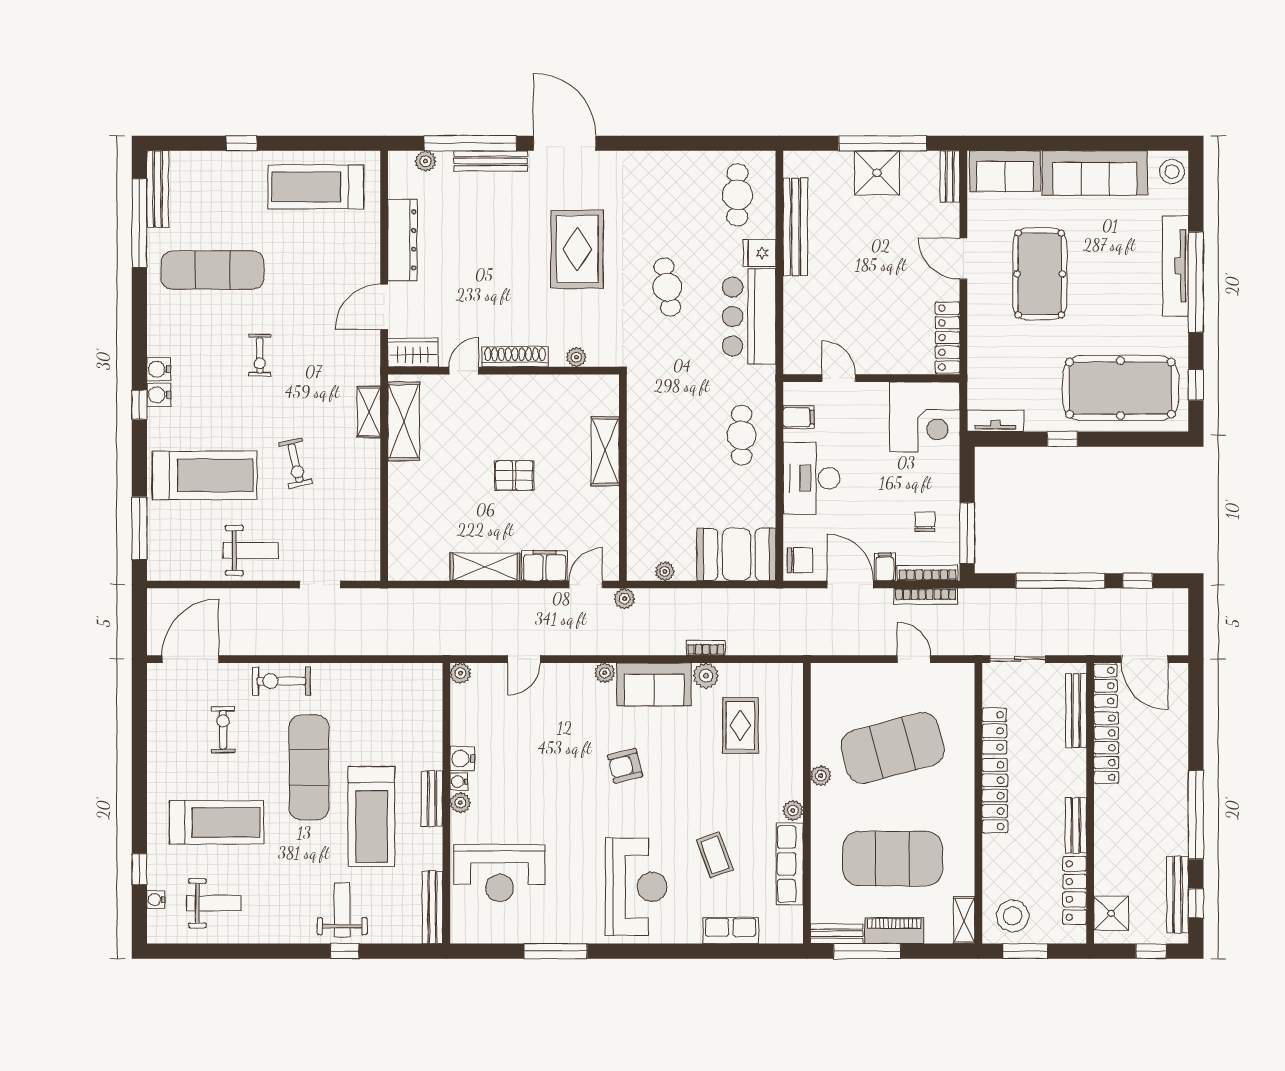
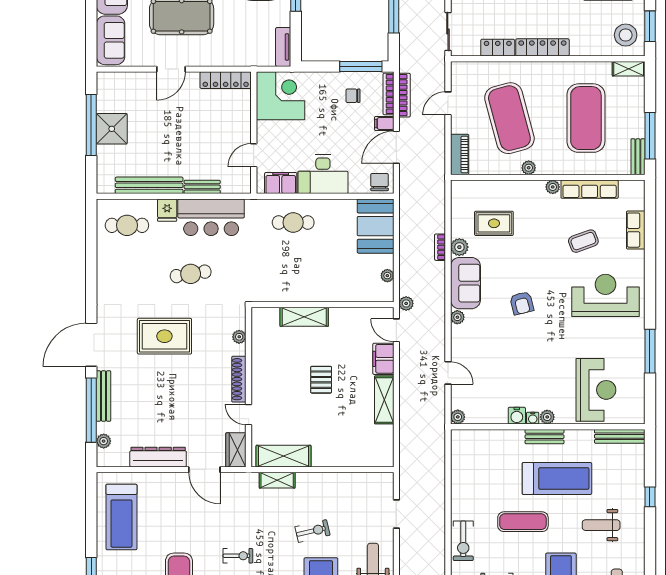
bench: (950, 177) -> (202, 187), moved
filing cabinet: (799, 417) -> (281, 183), width x2.00
exercise mat: (309, 767) -> (523, 522), width x0.73, depth x0.69
weight bench: (342, 910) -> (601, 525), moved
piano: (894, 931) -> (460, 154), moved, turned 180

